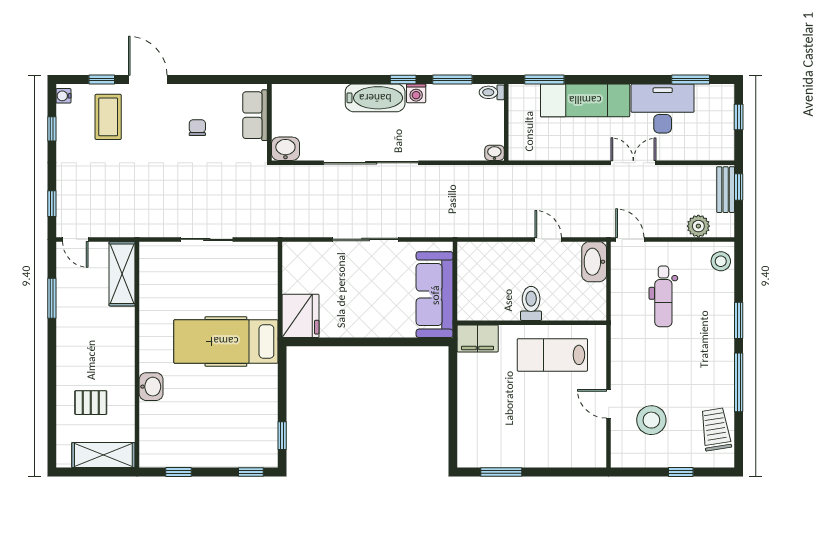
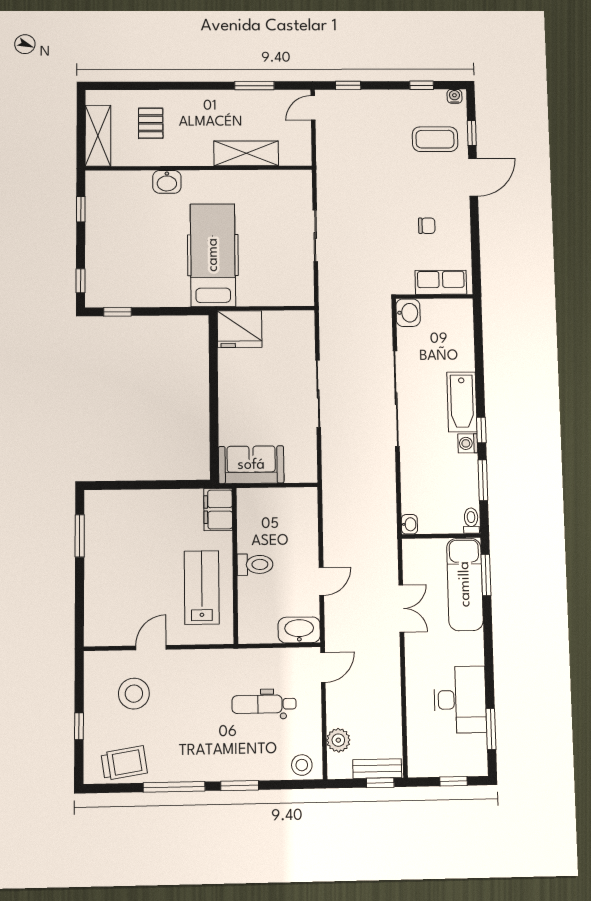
exam couch: (585, 100) -> (465, 584), moved
double door: (633, 163) -> (401, 608), moved
shelving: (122, 274) -> (246, 153), moved
sofa: (435, 295) -> (251, 465), width x0.73

